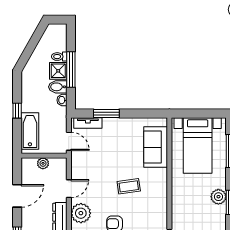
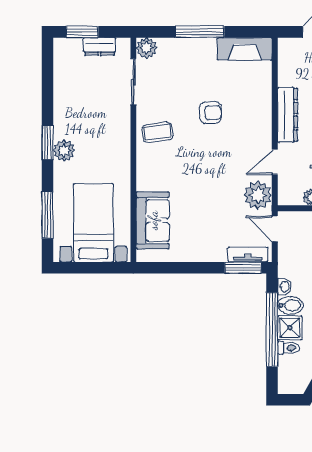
window: (71, 70) -> (272, 330), width x1.46
window: (106, 113) -> (243, 268), moved
coffee table: (129, 186) -> (157, 132), moved
plant: (81, 213) -> (258, 195), moved

